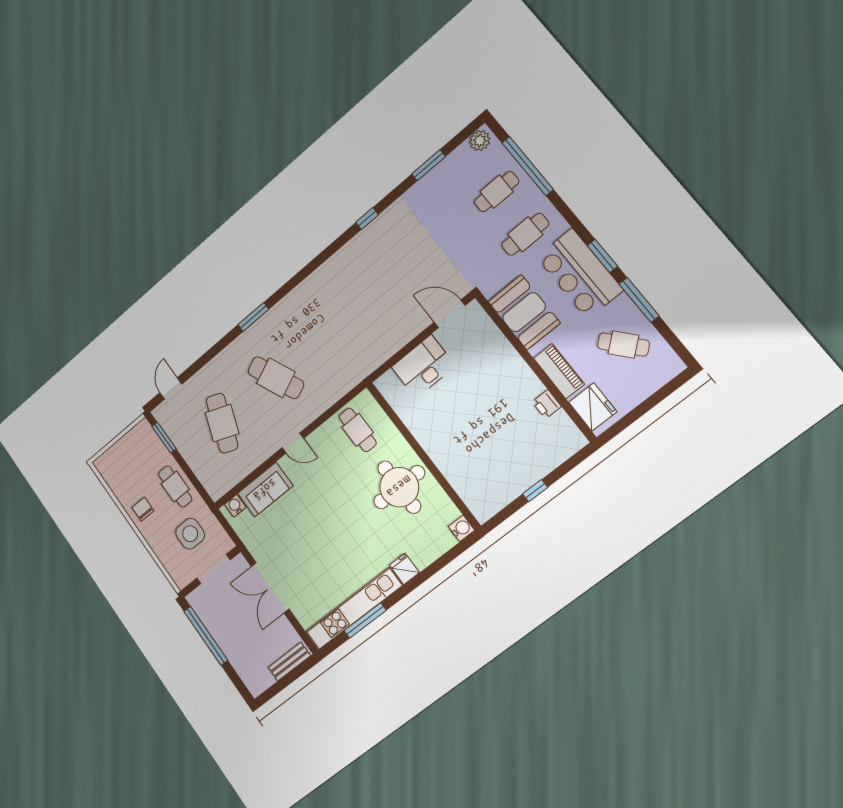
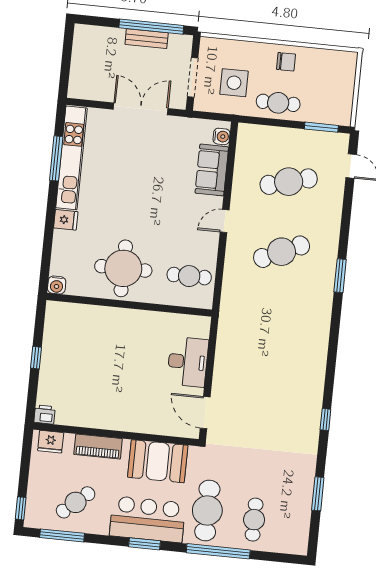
plant: (480, 141) -> (299, 541), removed
window: (528, 166) -> (218, 551), moved
cafe table: (525, 234) -> (207, 511), width x1.37, depth x1.35
window: (639, 300) -> (62, 535), moved
door: (450, 314) -> (205, 413), swing flipped
window: (674, 385) -> (21, 508), added
printer: (547, 404) -> (45, 414), moved
fridge: (593, 407) -> (51, 442), width x0.73, depth x0.75
cafe table: (222, 423) -> (289, 182), turned -36
bench: (289, 662) -> (147, 39), moved, turned 90

